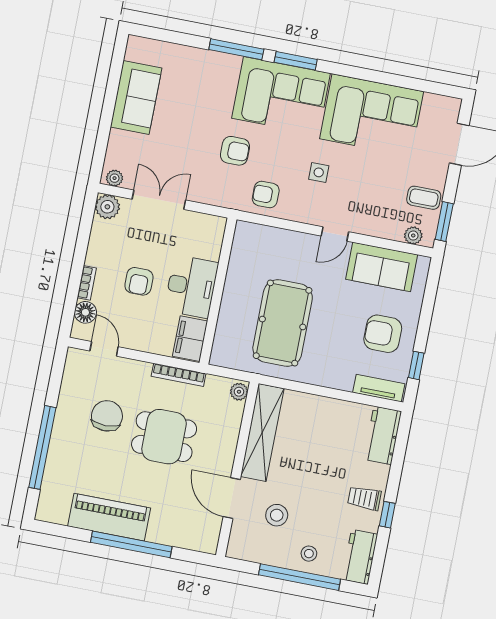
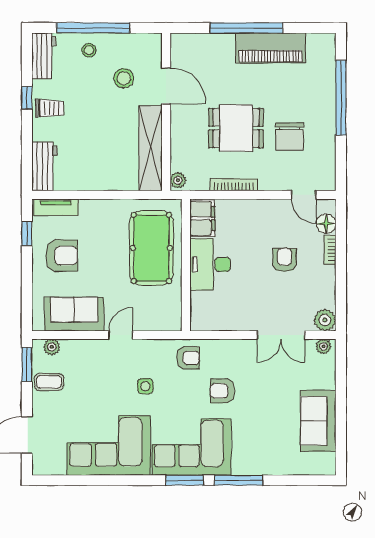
desk: (191, 287) -> (210, 264), moved
wall: (218, 291) -> (186, 265), moved
filing cabinet: (190, 339) -> (202, 218), moved

